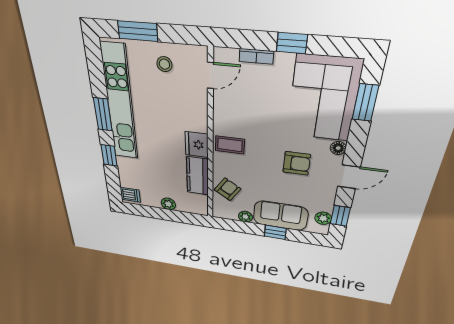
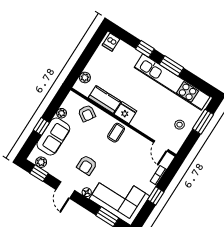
plant: (168, 204) -> (85, 78), moved

